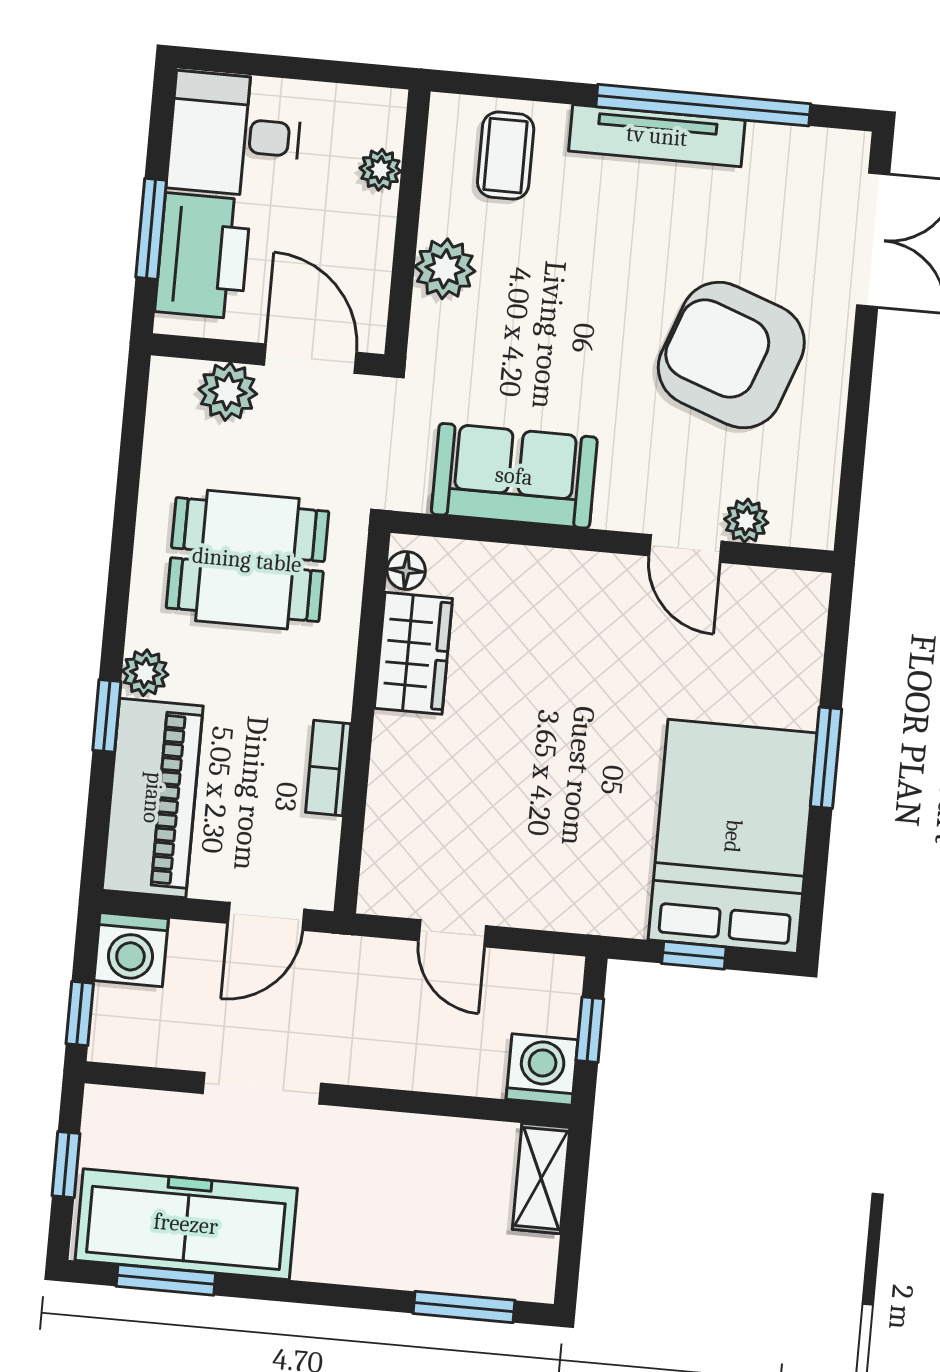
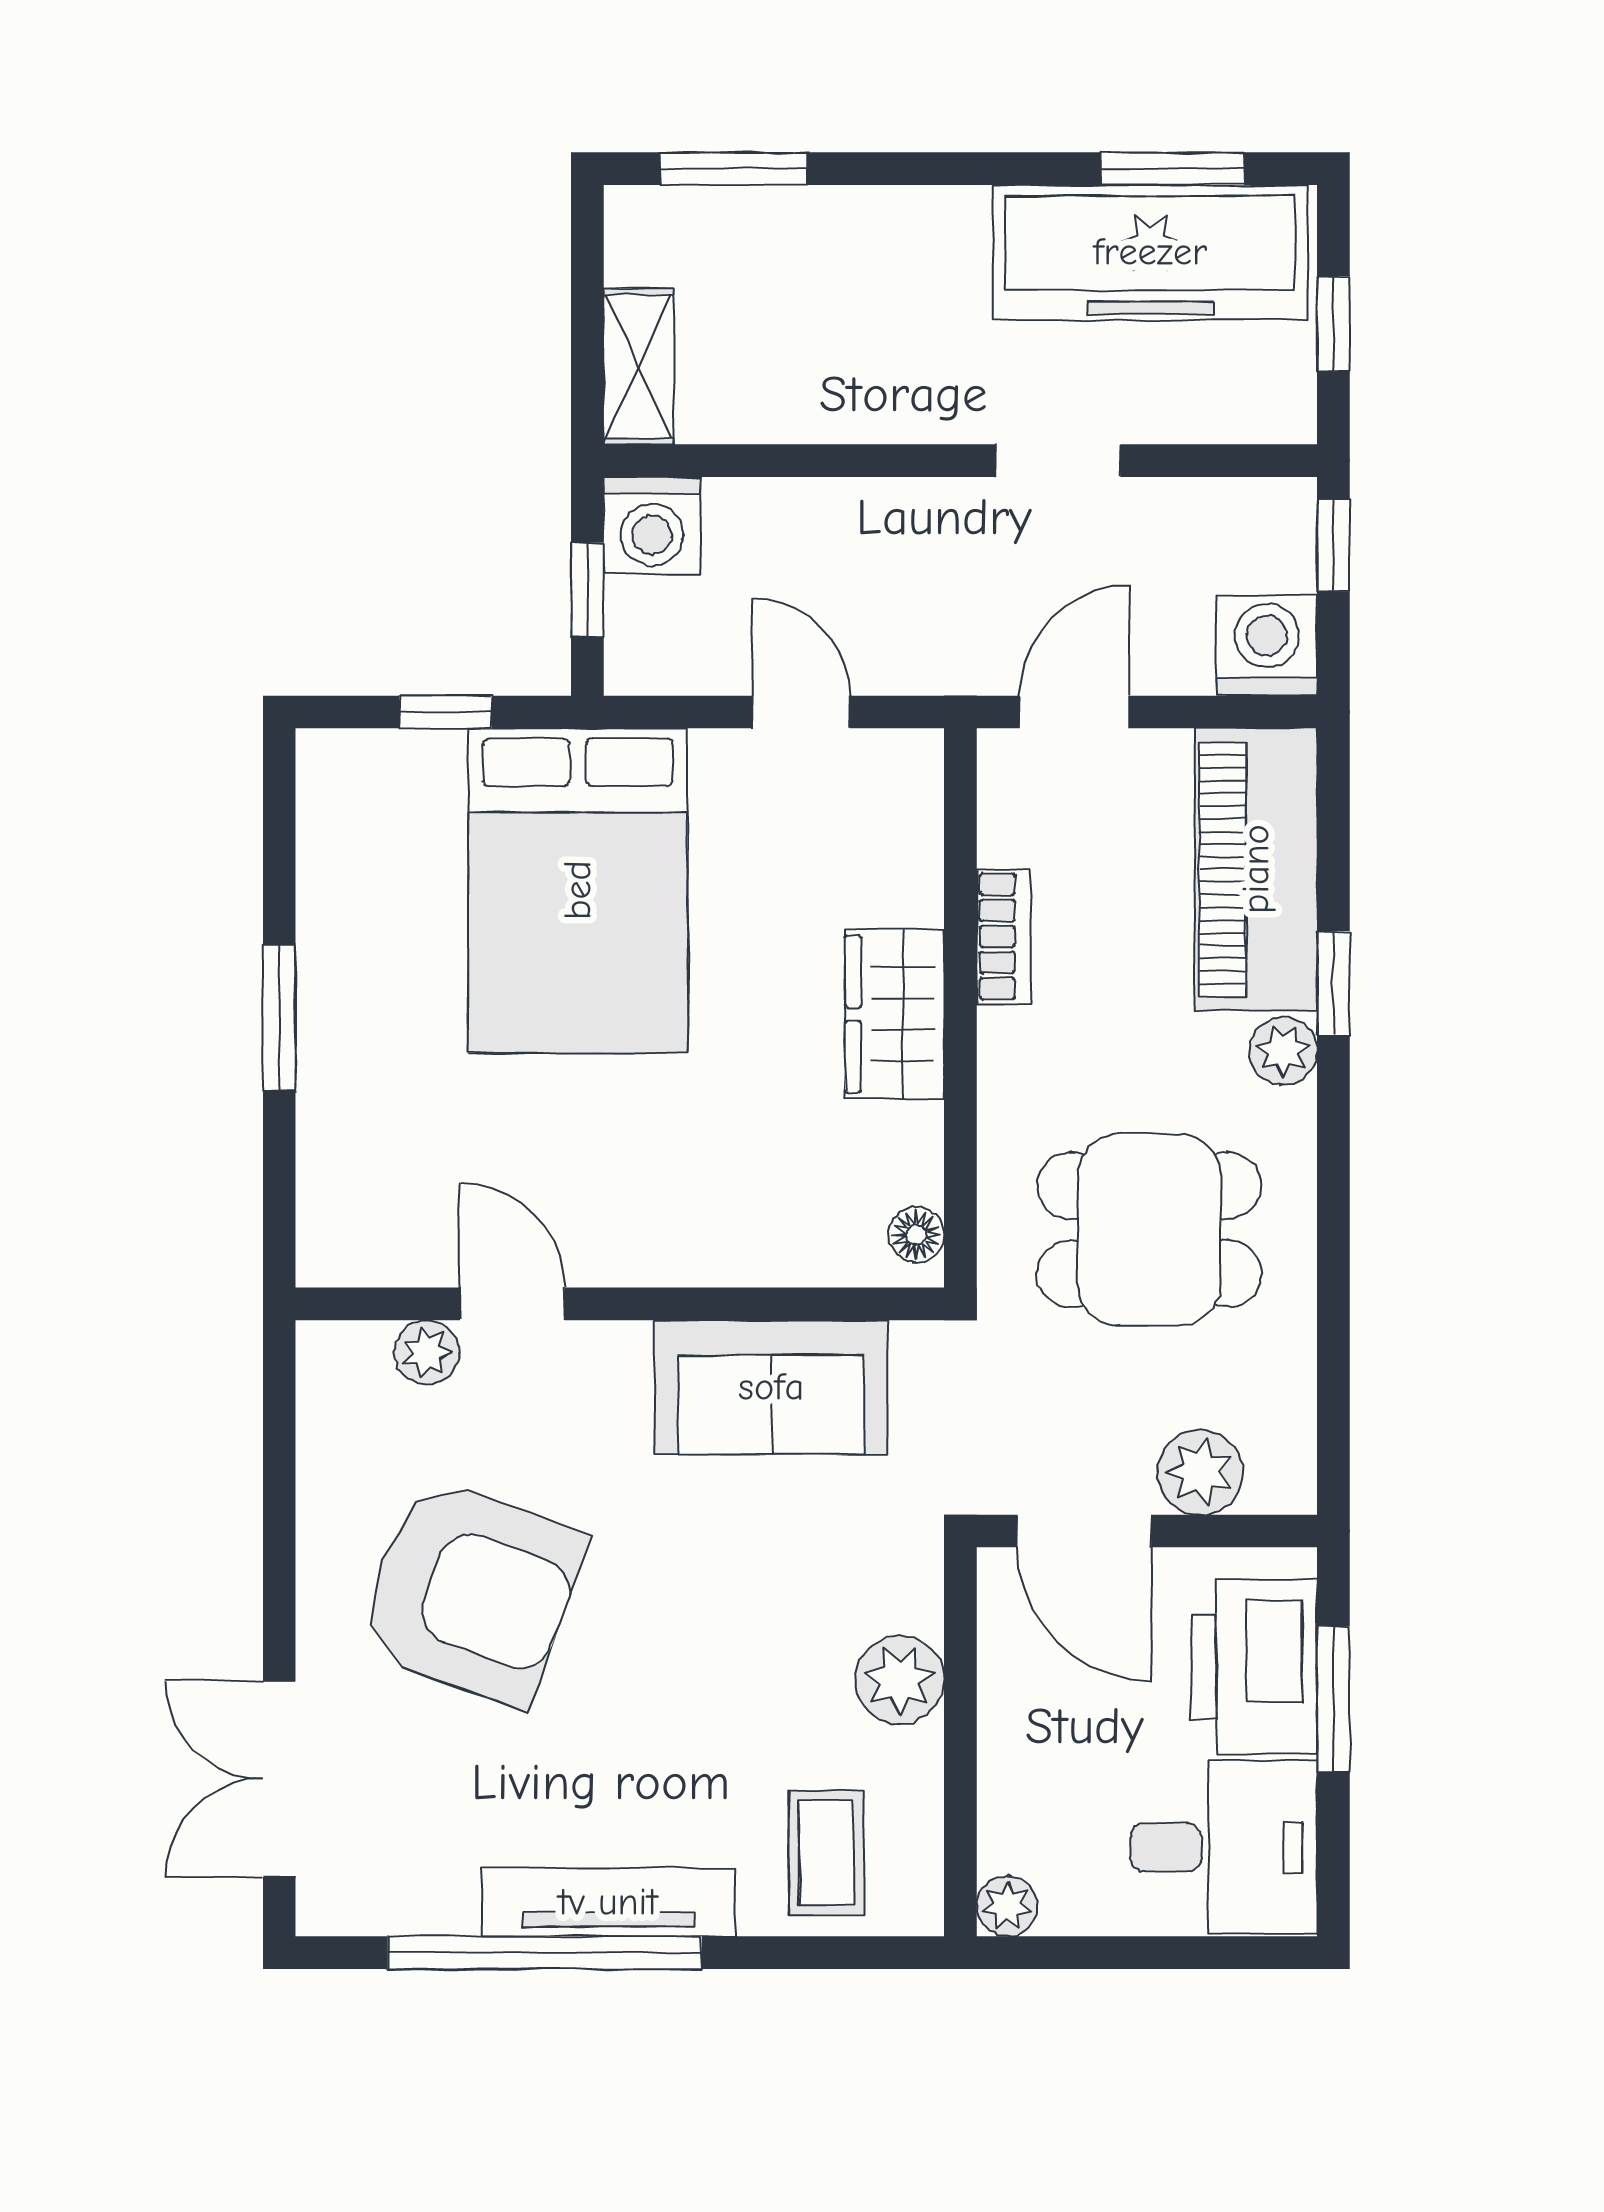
plant: (380, 170) -> (1007, 1906), moved
wardrobe: (413, 653) -> (895, 1014), moved
bed: (733, 836) -> (578, 890), moved
doorway: (262, 1088) -> (1058, 461), width x0.73

